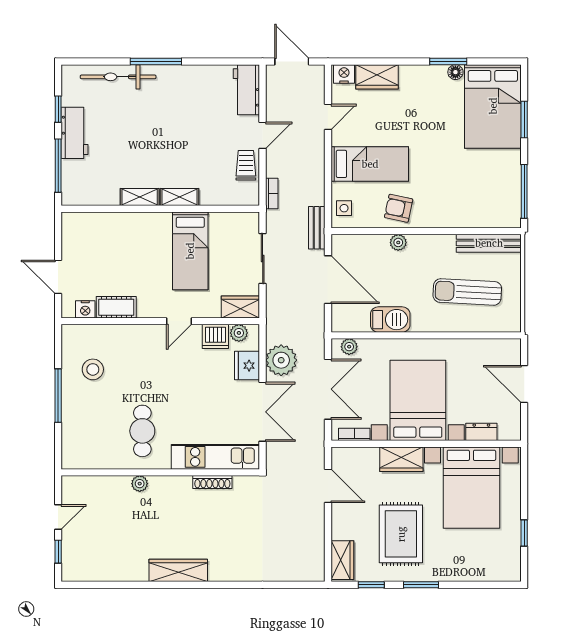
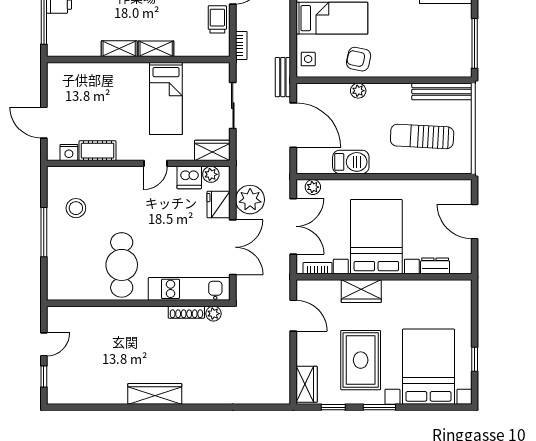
cafe table: (142, 431) -> (122, 265), width x1.37, depth x1.35
plant: (140, 484) -> (213, 314), moved
bed with nightstands: (471, 488) -> (428, 367), moved, turned 180

